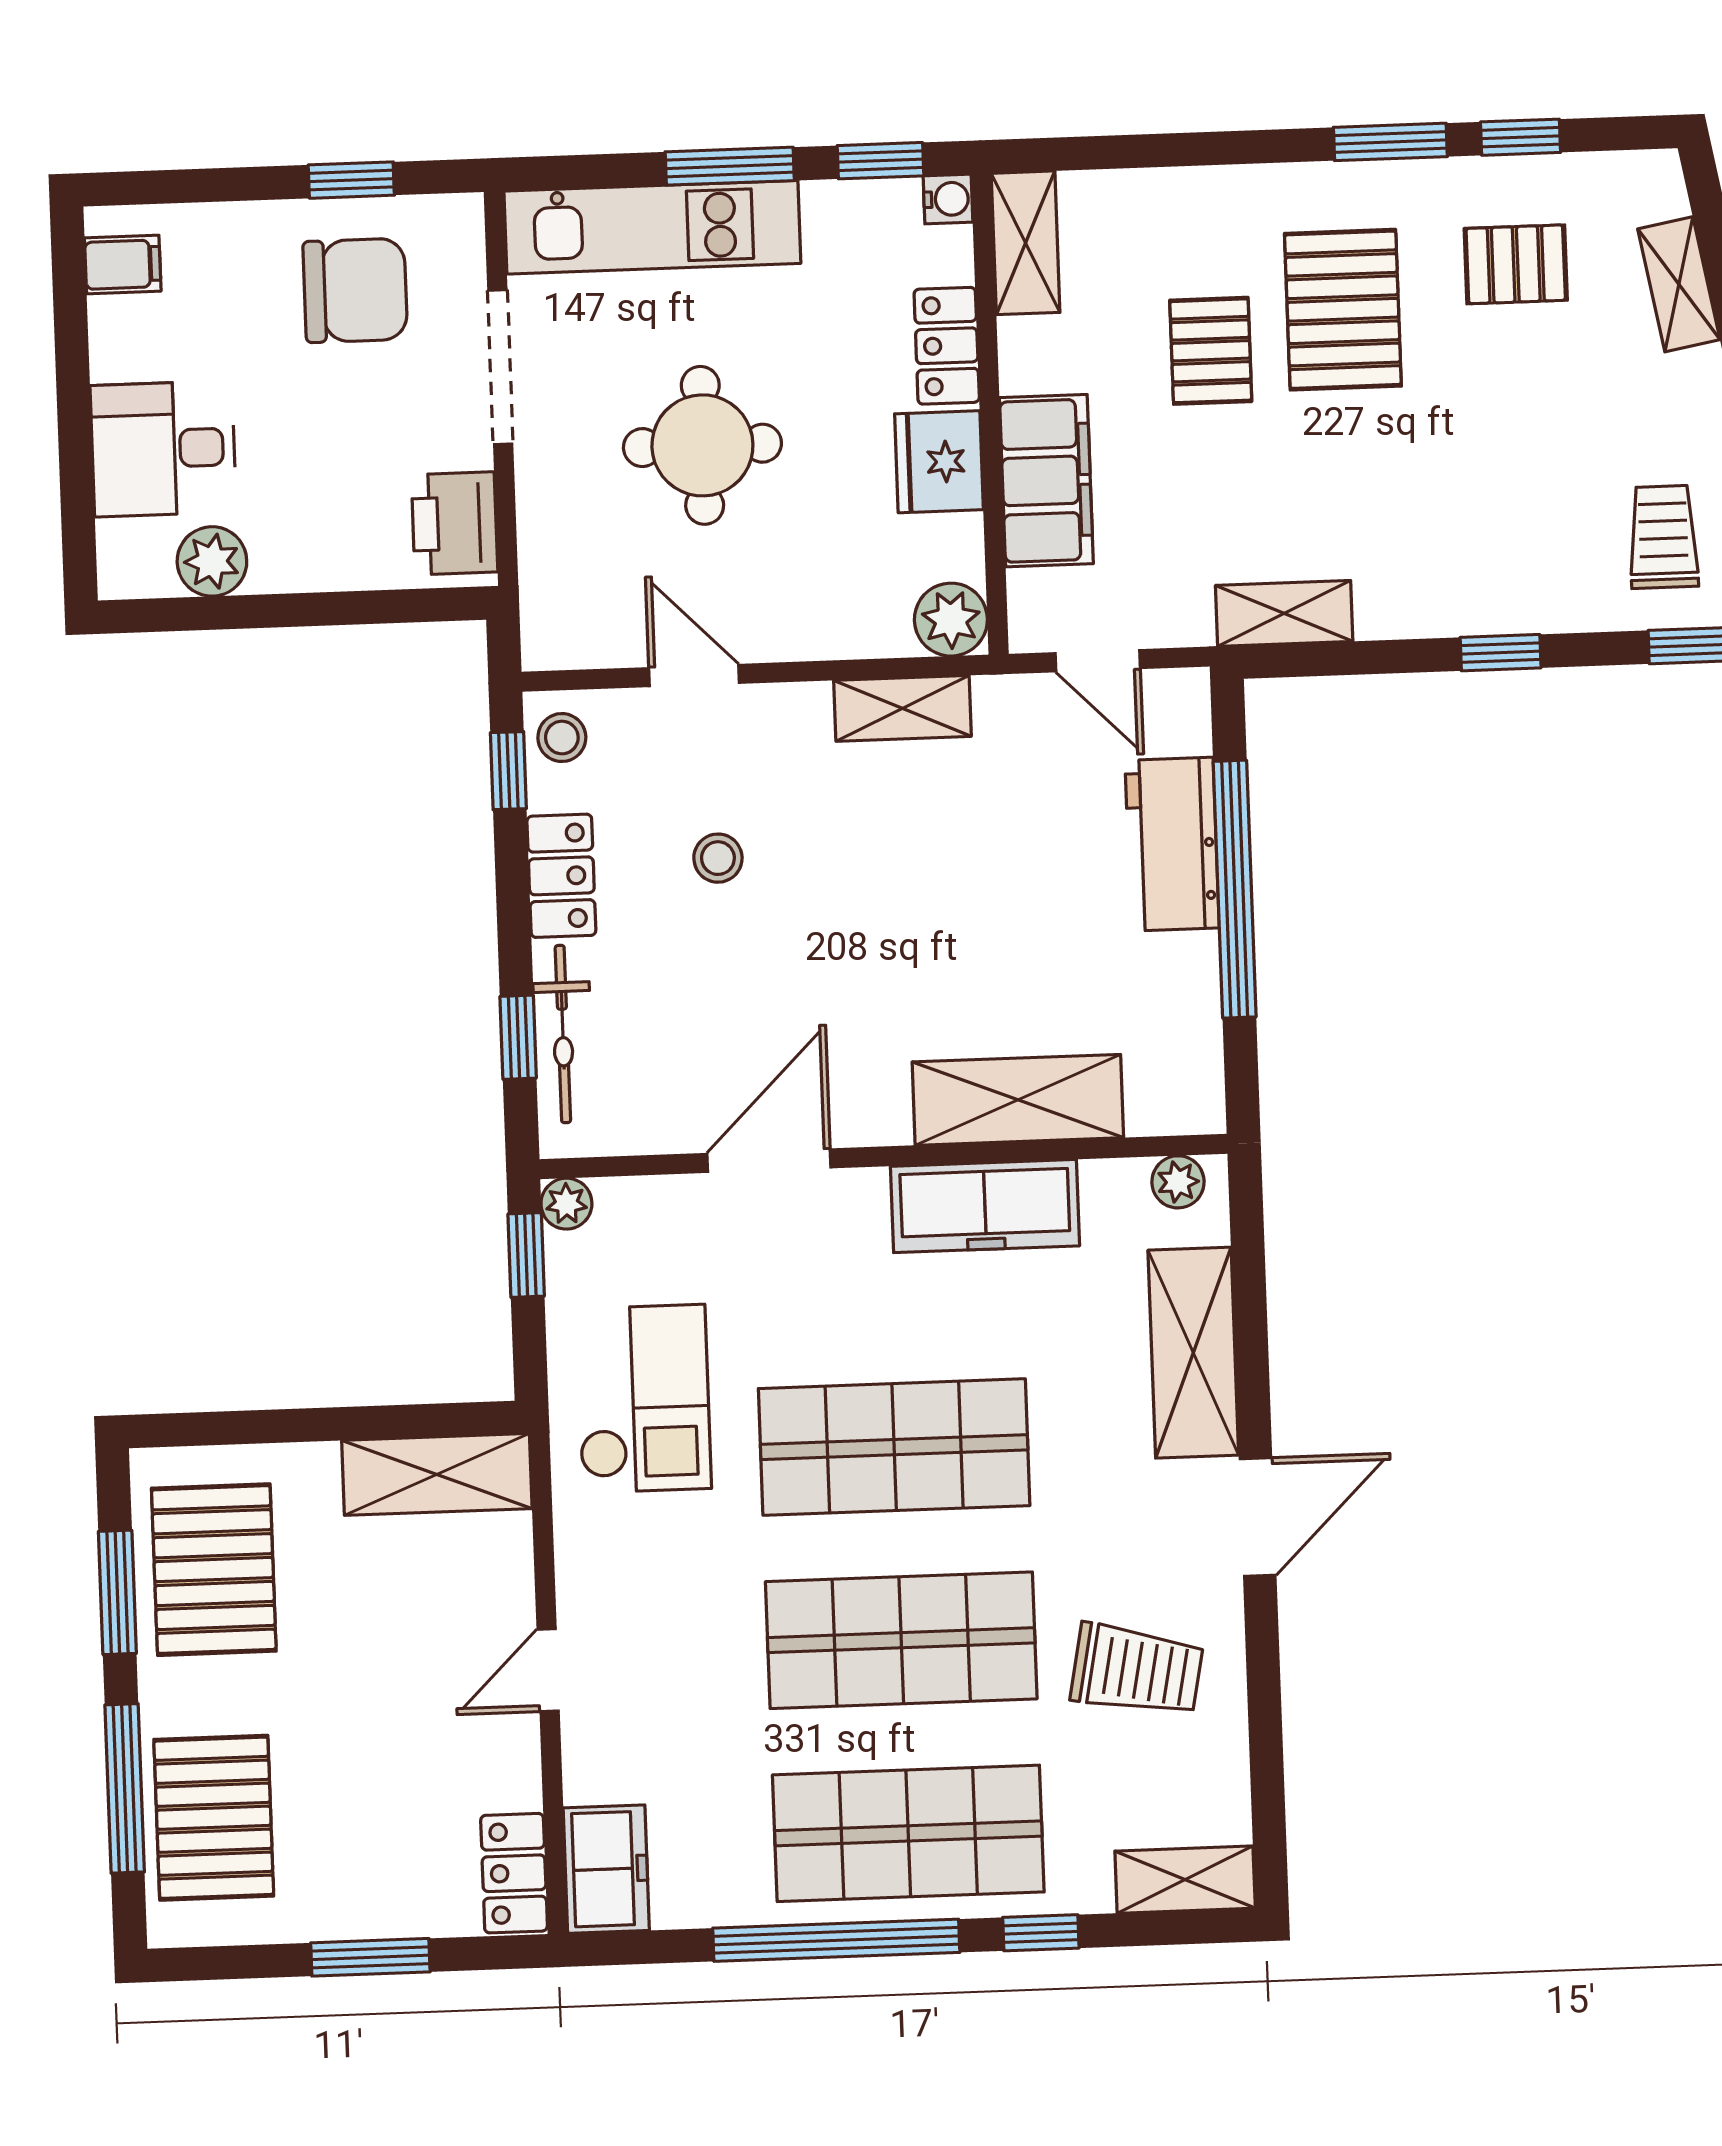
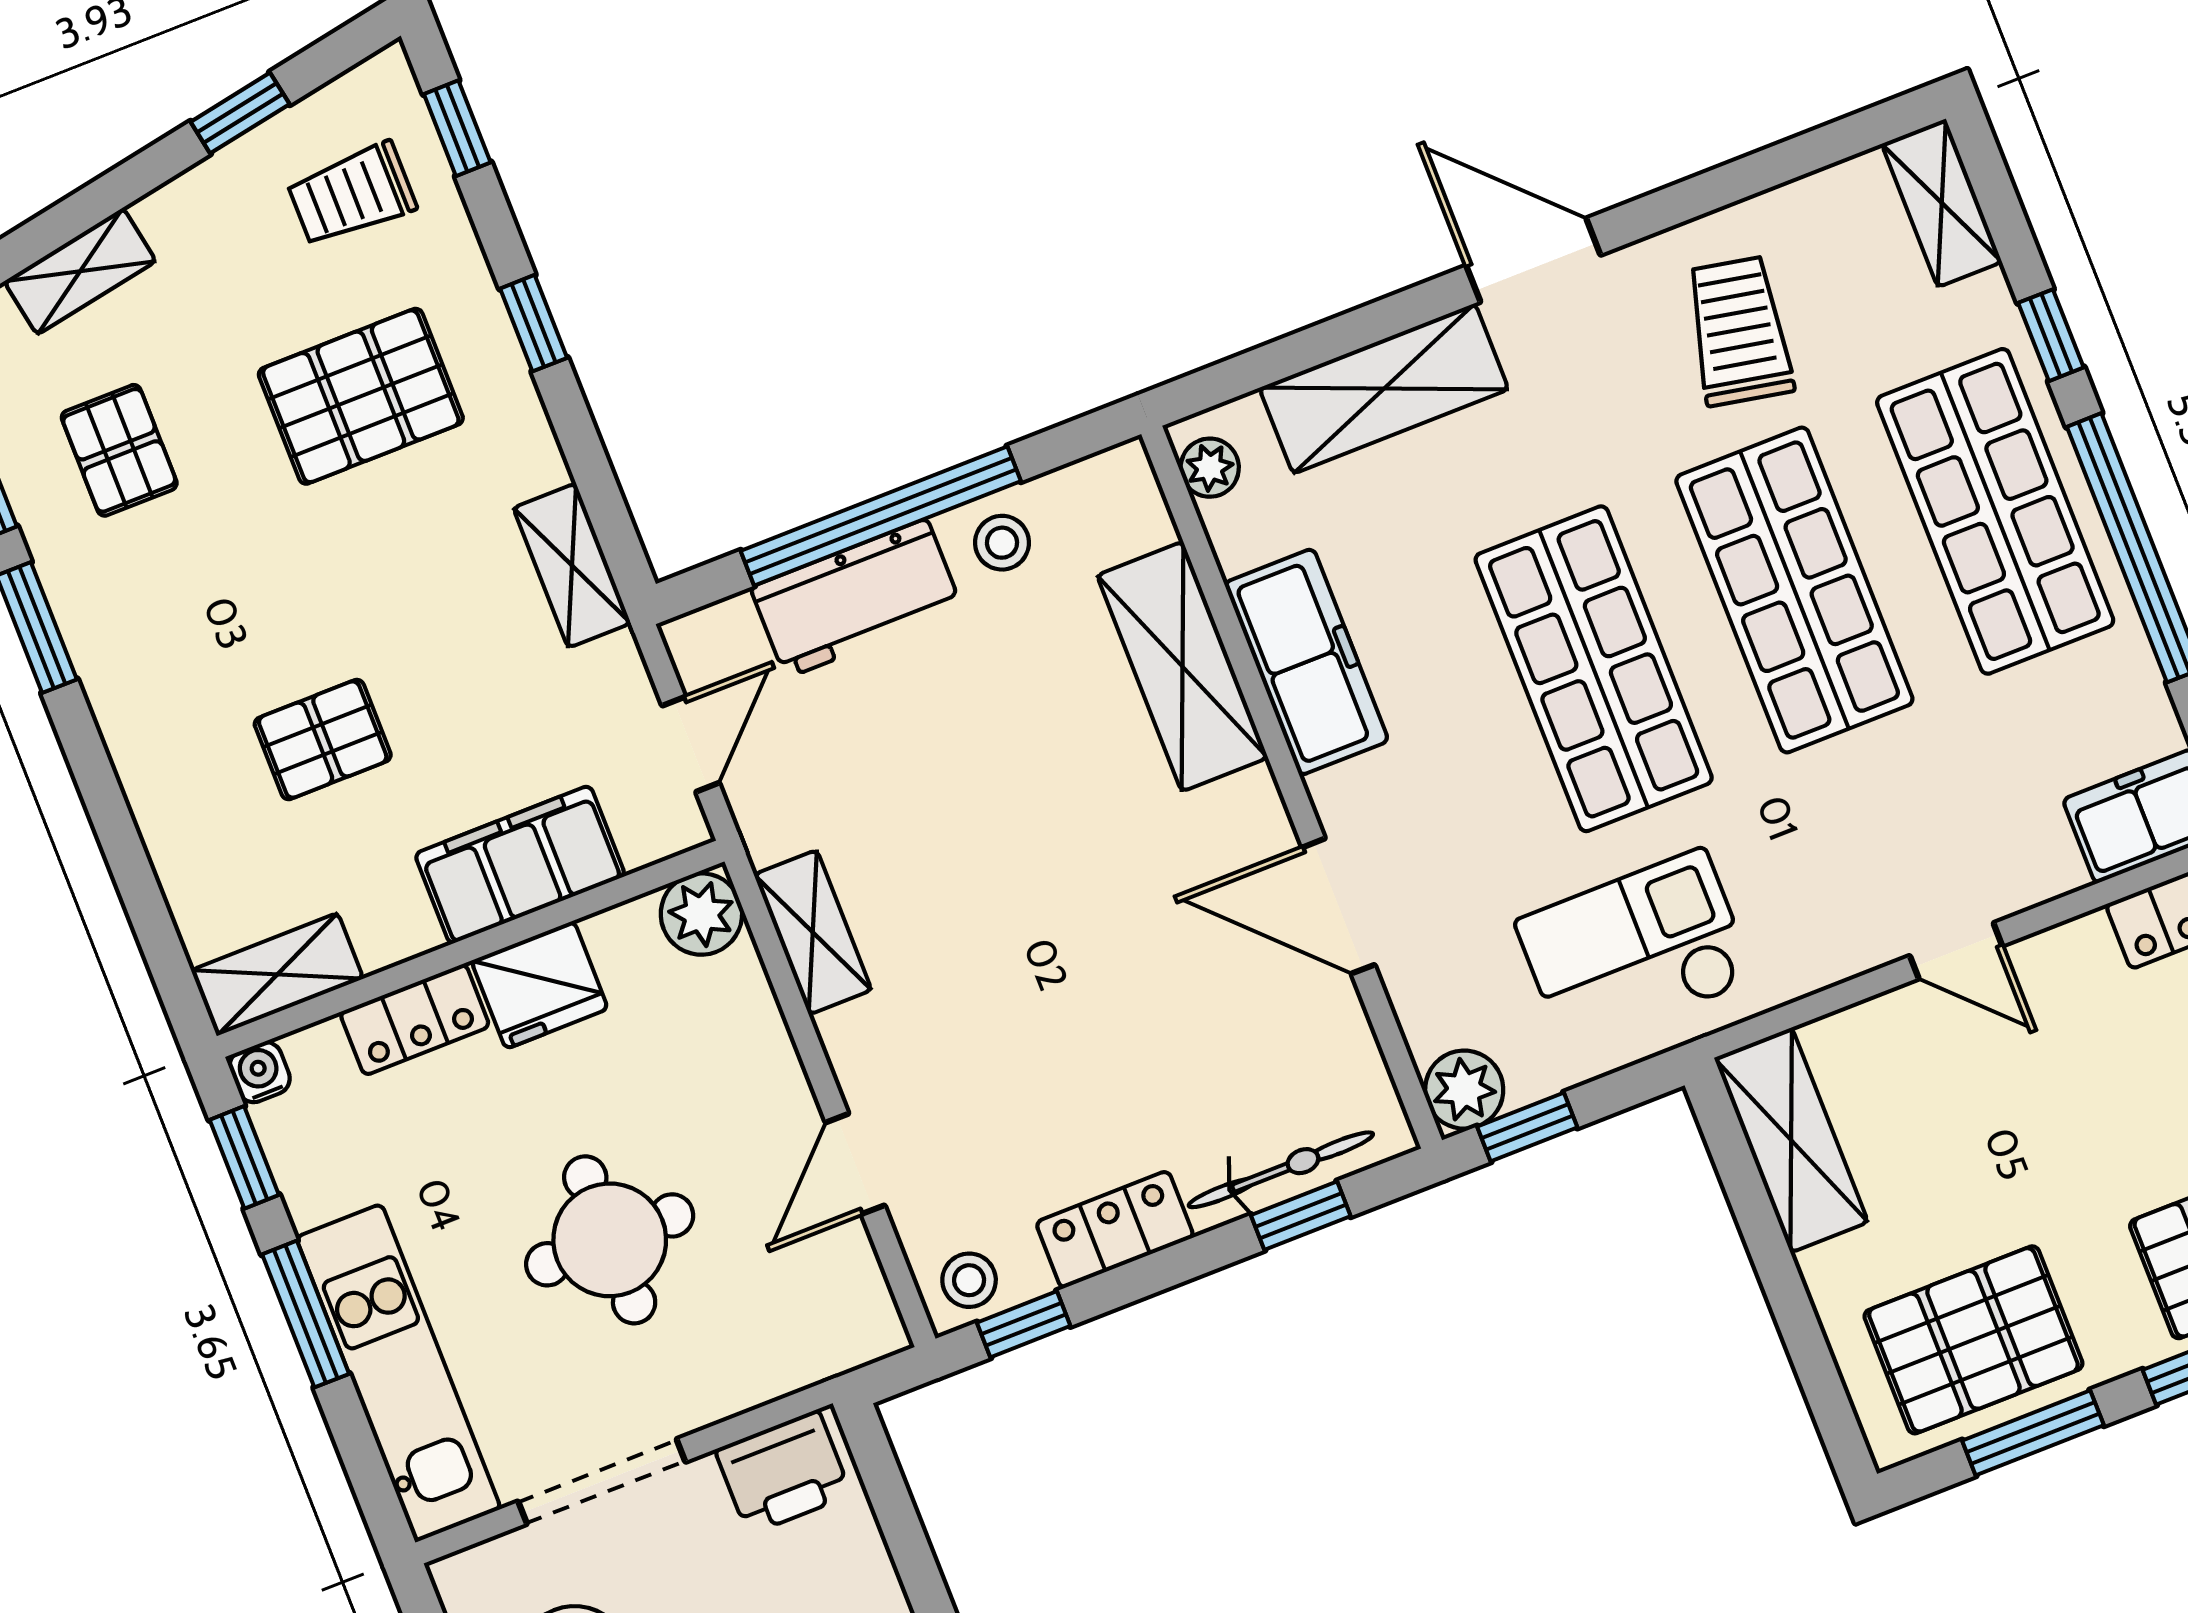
pallet: (1343, 310) -> (361, 396), moved
stool: (718, 858) -> (1002, 543), moved
plant: (566, 1204) -> (1464, 1090), width x1.38, depth x1.38

